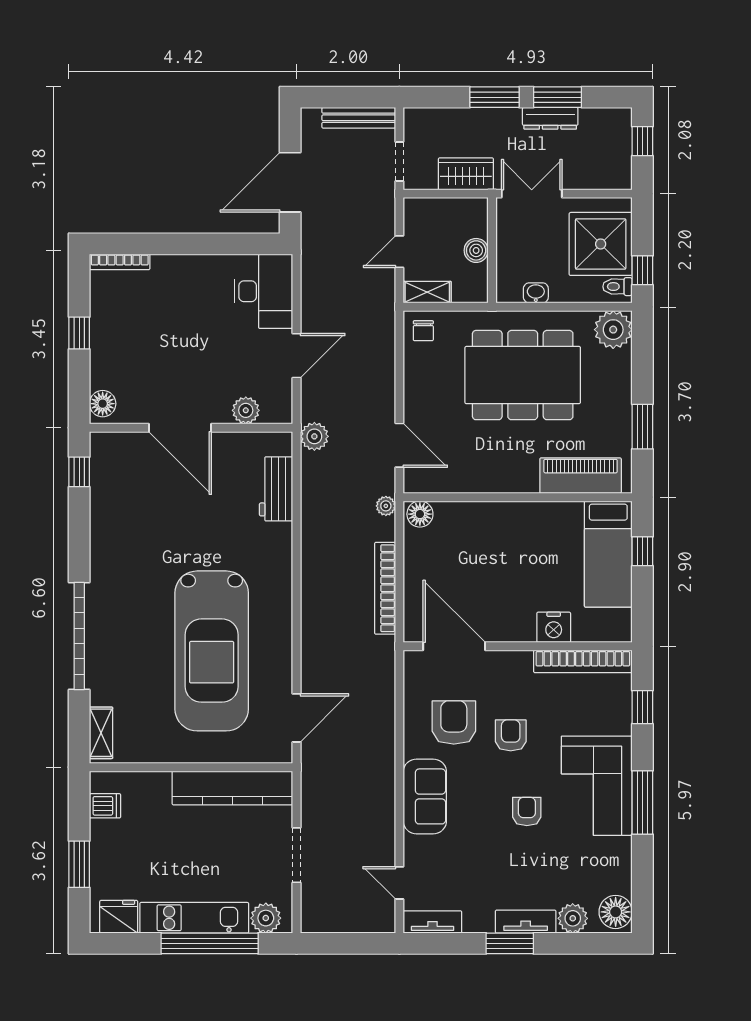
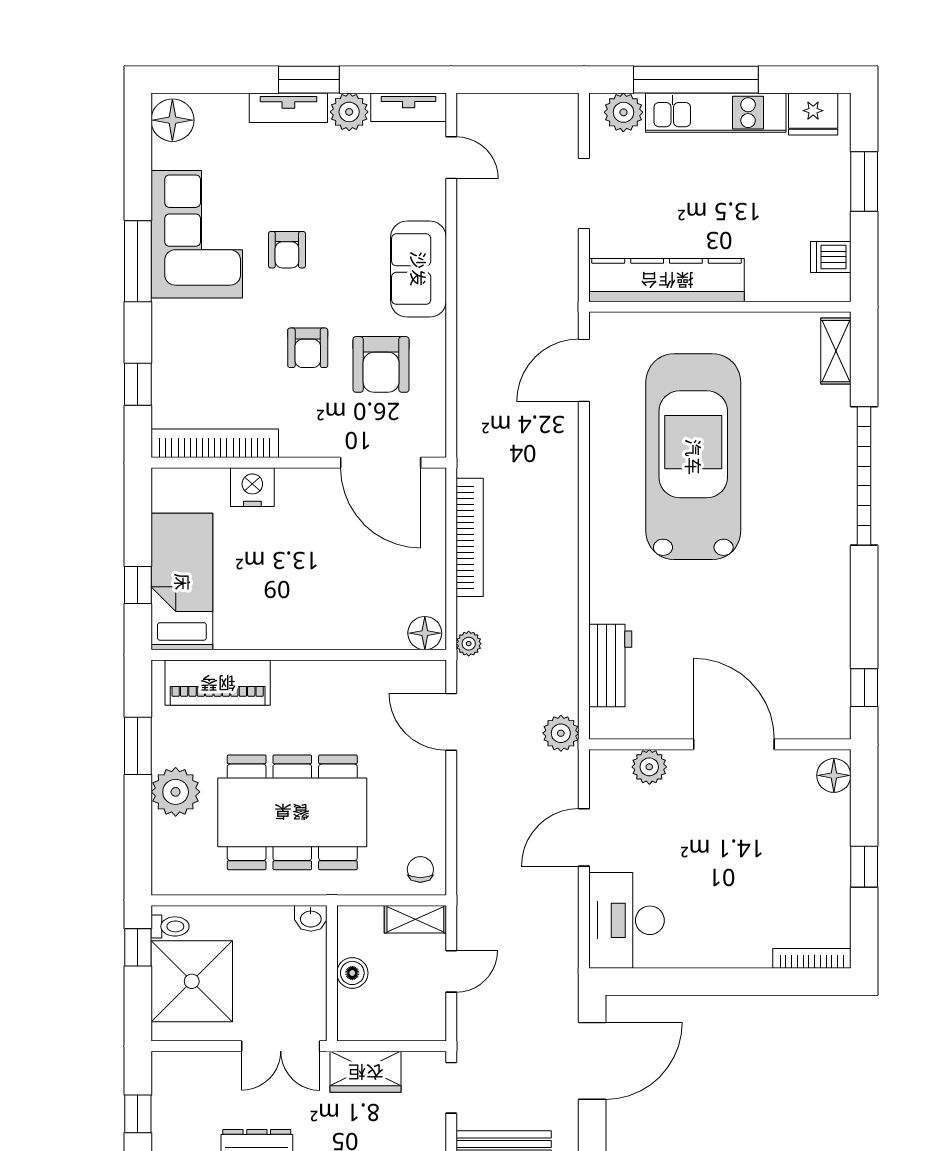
washbasin: (536, 293) -> (311, 918), moved
plant: (613, 330) -> (176, 792), moved
corner sofa: (597, 786) -> (197, 234), moved
plant: (573, 918) -> (349, 112), moved

